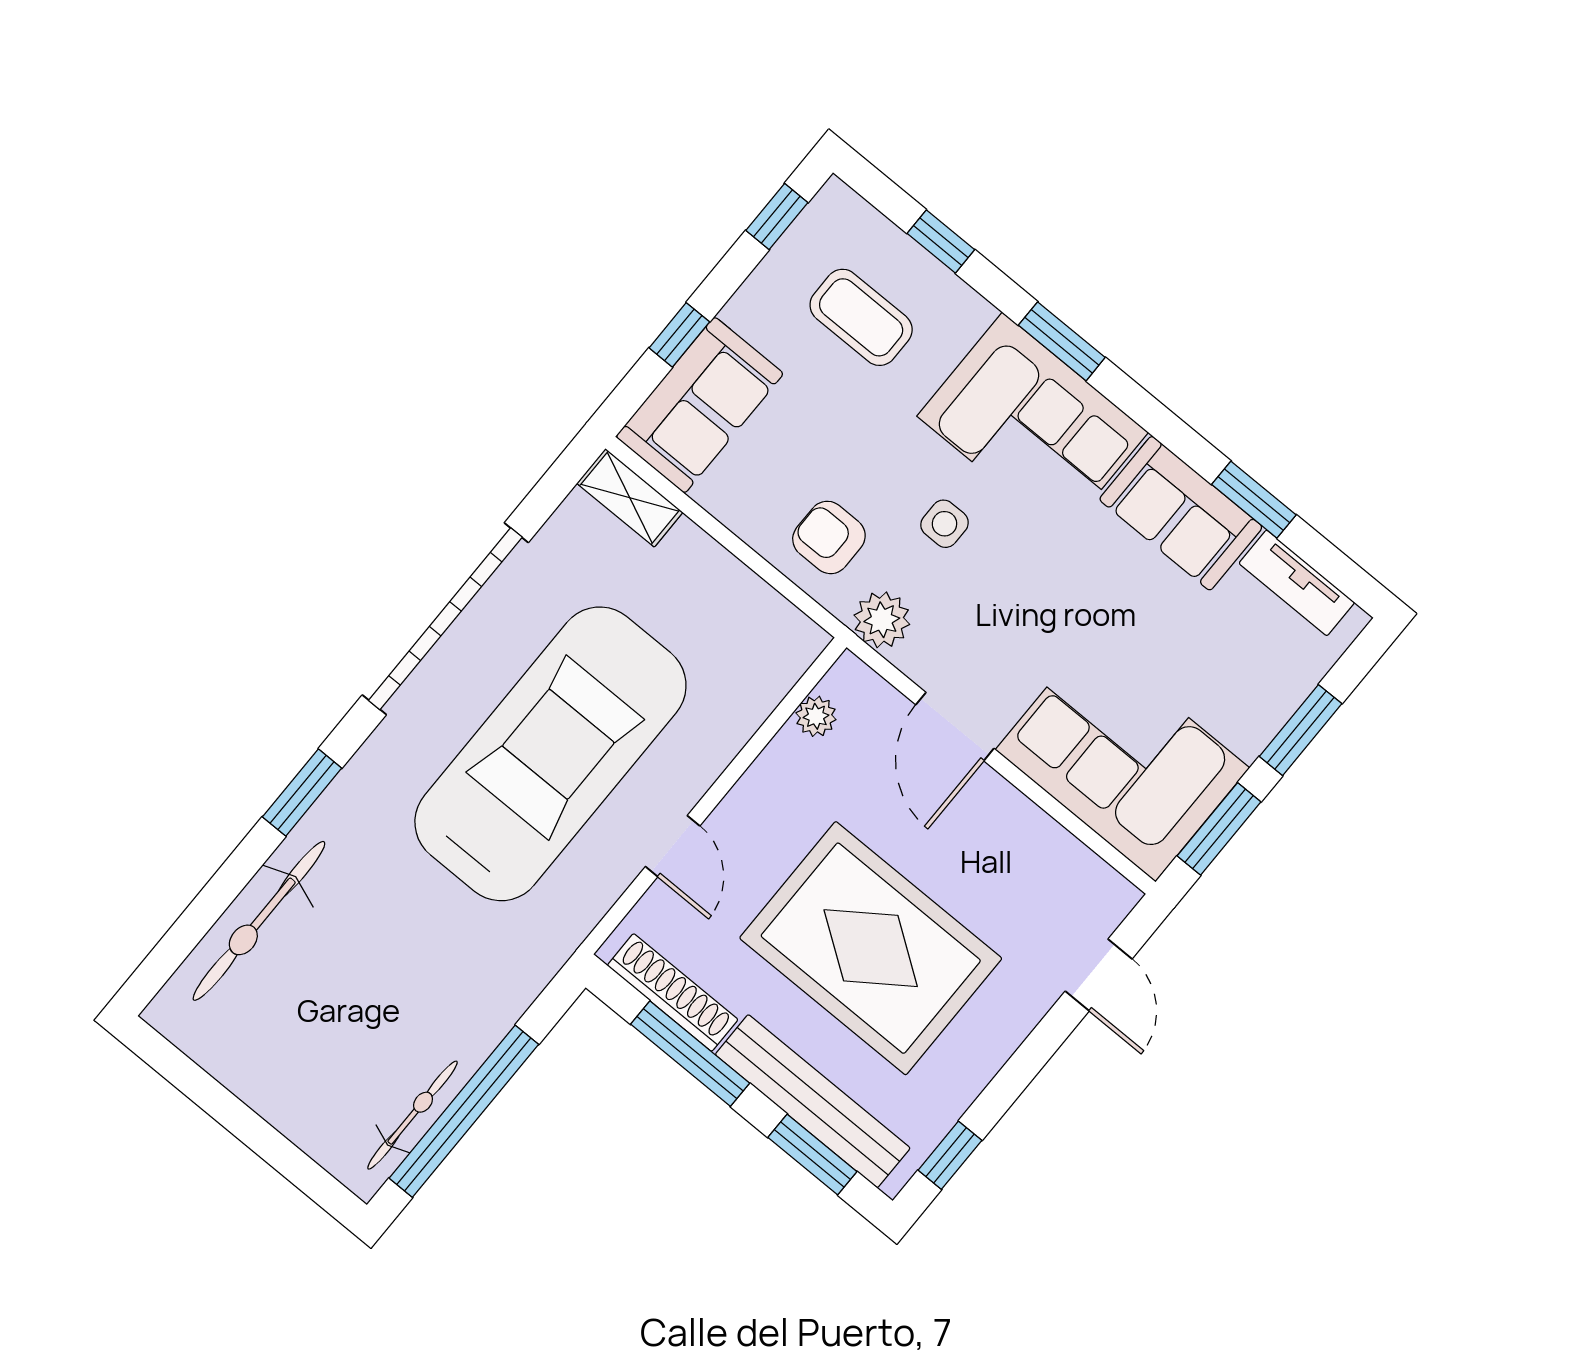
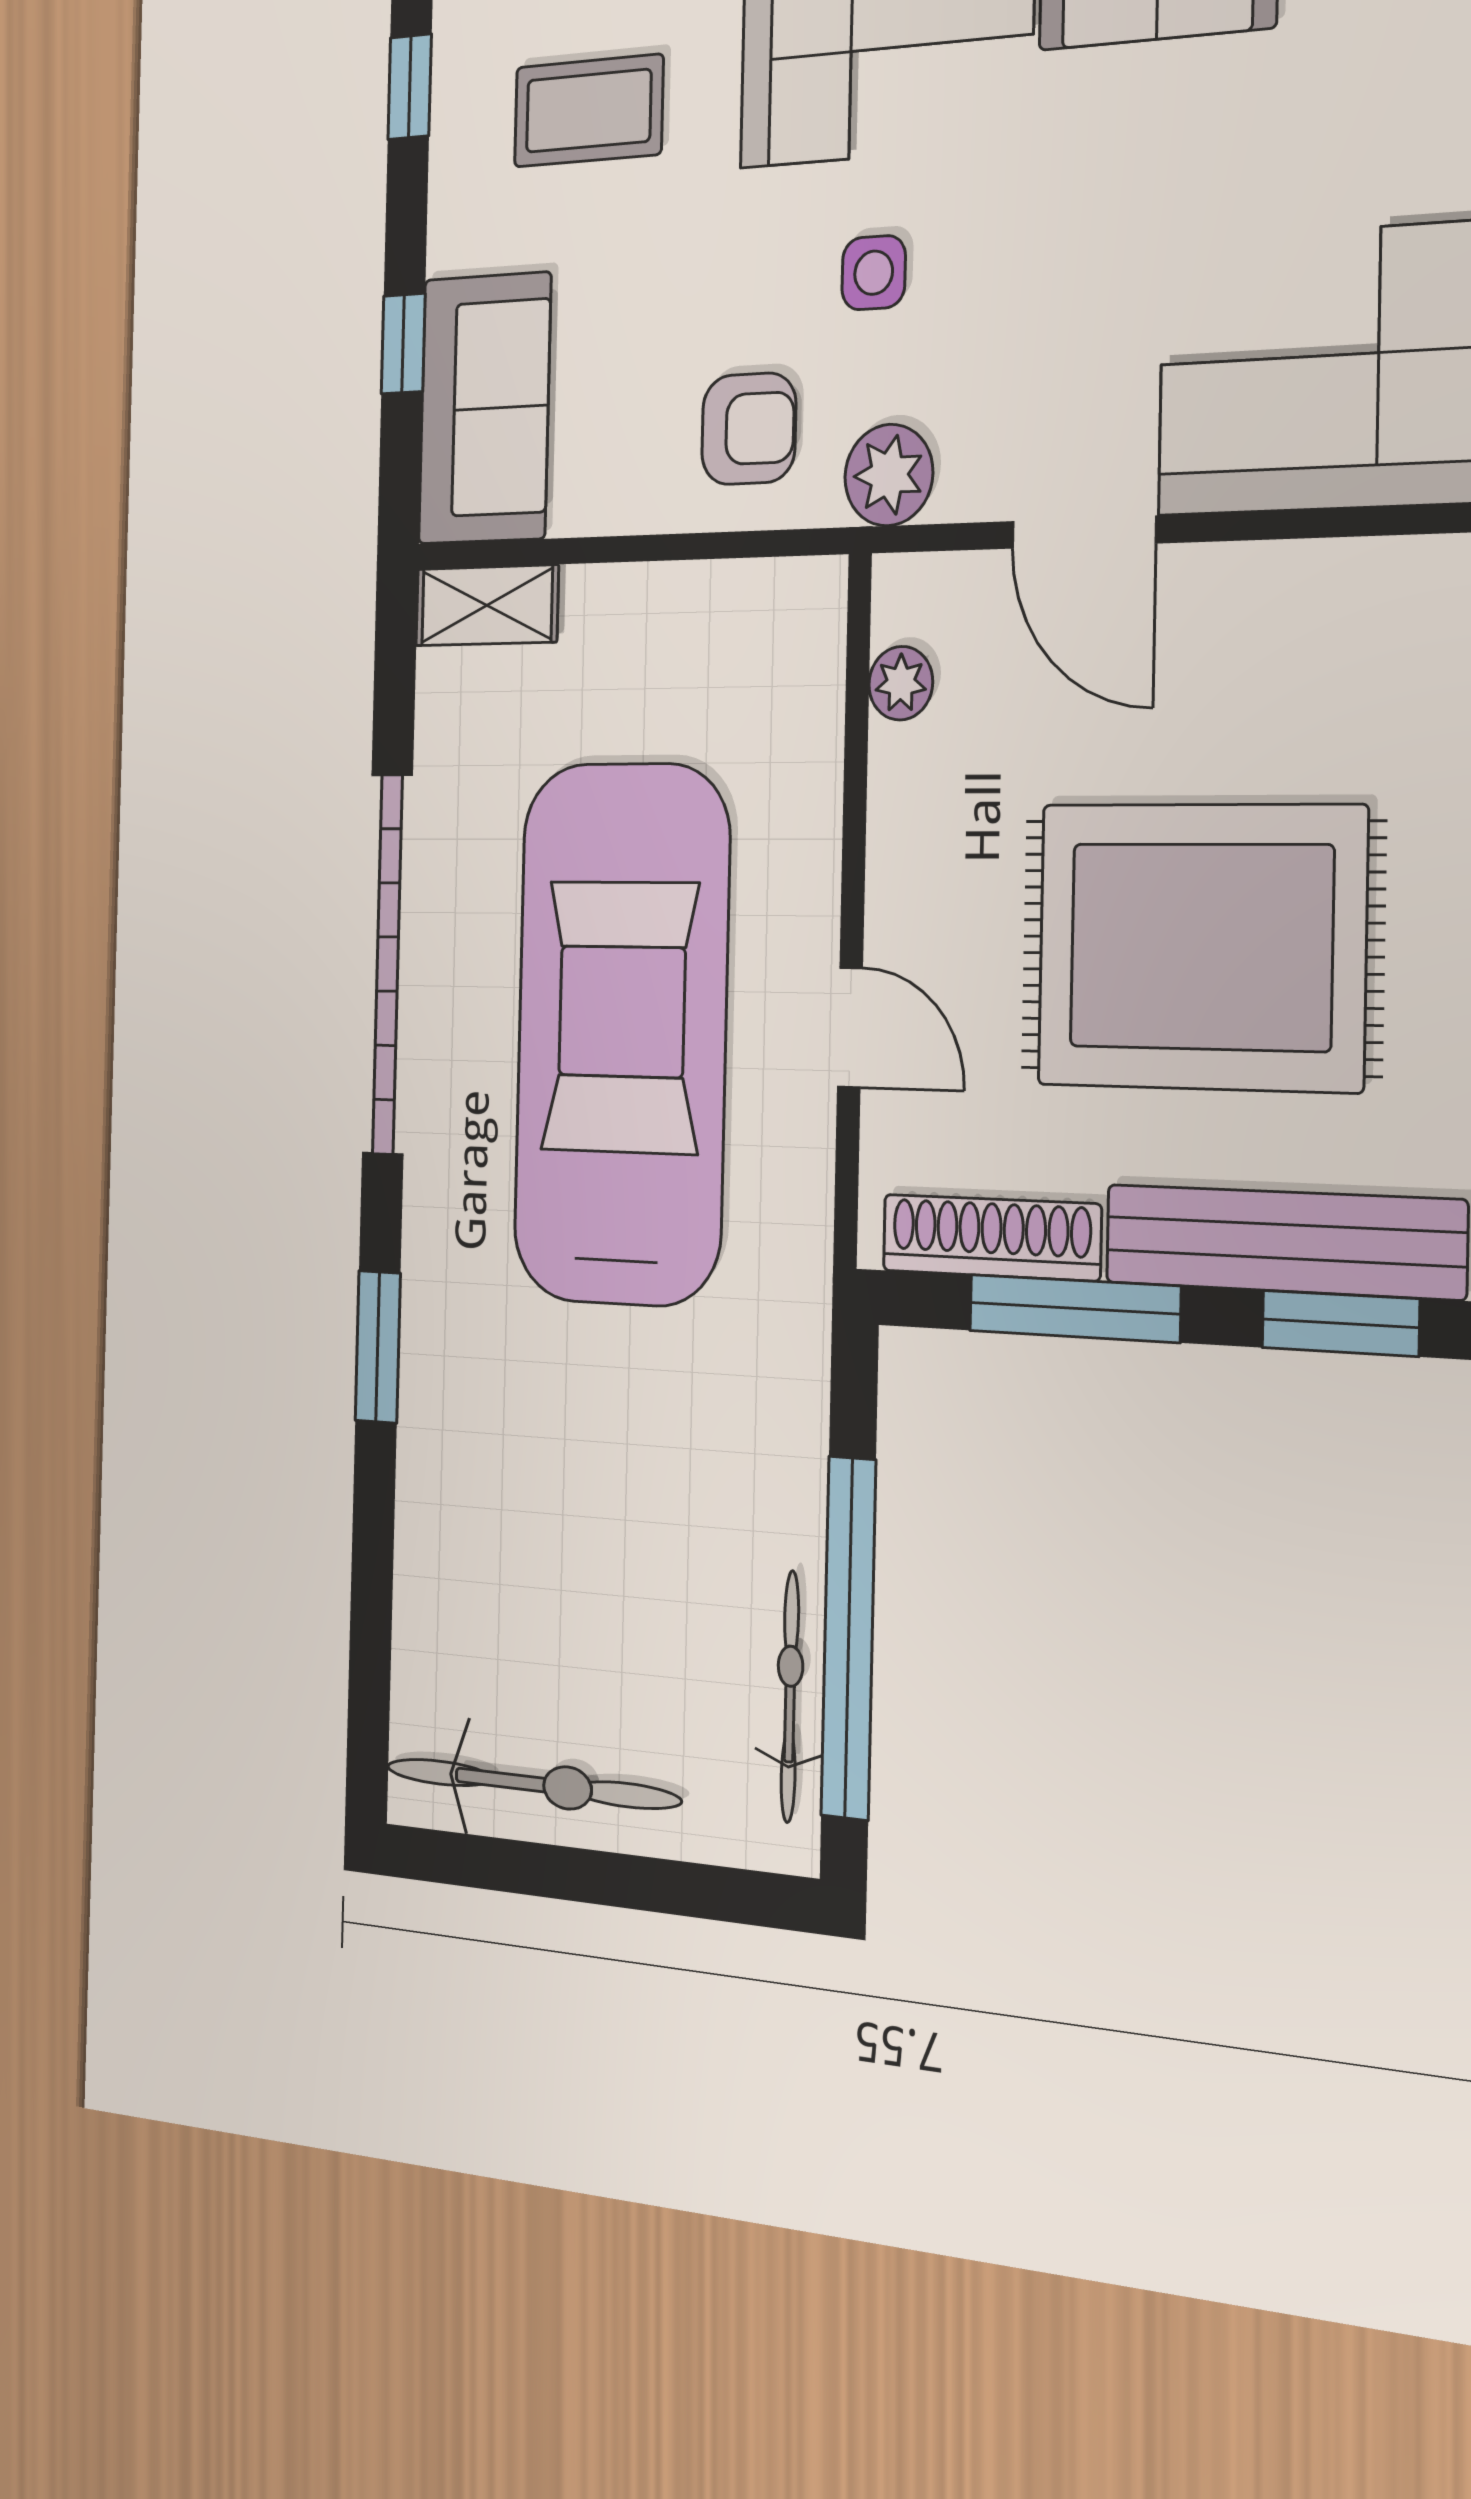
armchair: (829, 537) -> (749, 429), turned 180
bicycle: (259, 921) -> (532, 1784), moved, turned -90

